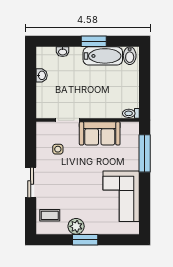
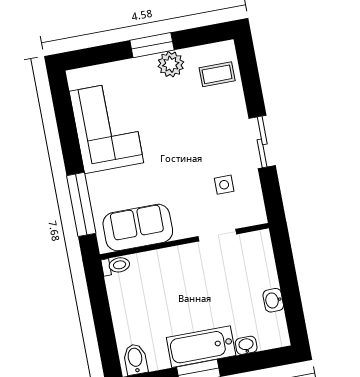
bathtub: (103, 56) -> (201, 347), moved
sofa: (100, 133) -> (138, 228), moved
sliding door: (31, 183) -> (262, 142), moved

